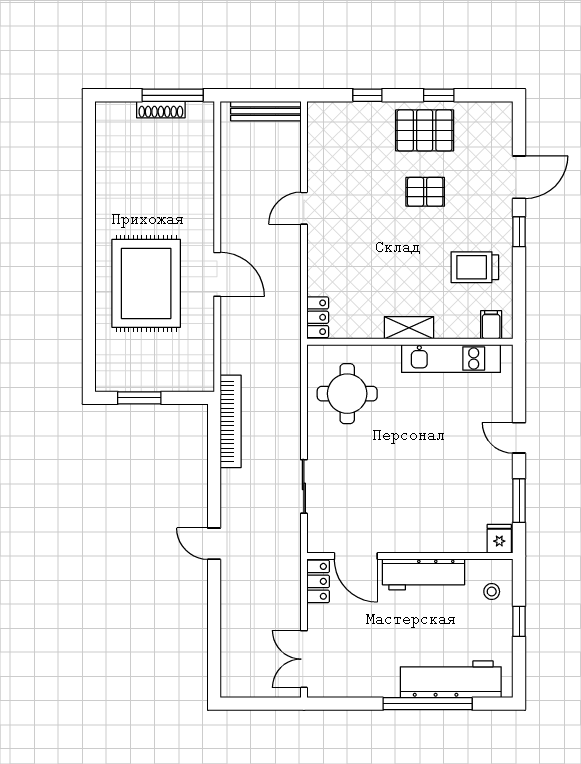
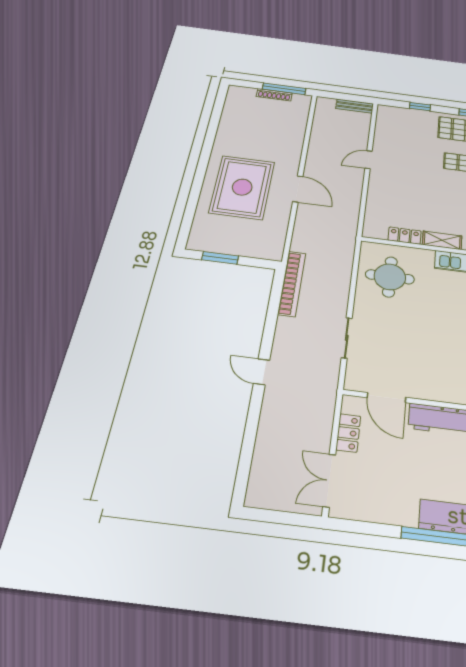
bench: (266, 111) -> (355, 106), width x0.73
locker: (318, 317) -> (405, 236), moved, turned -90
locker: (318, 581) -> (348, 433), moved

